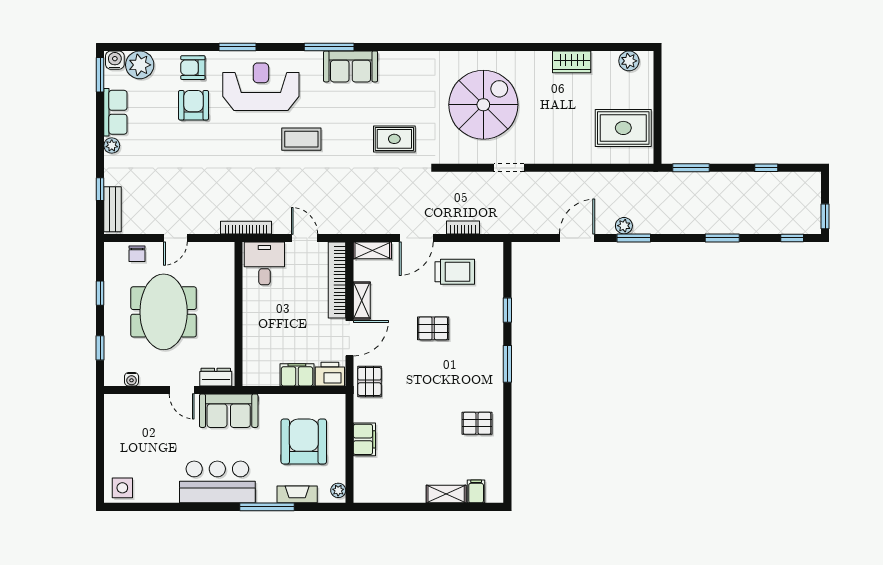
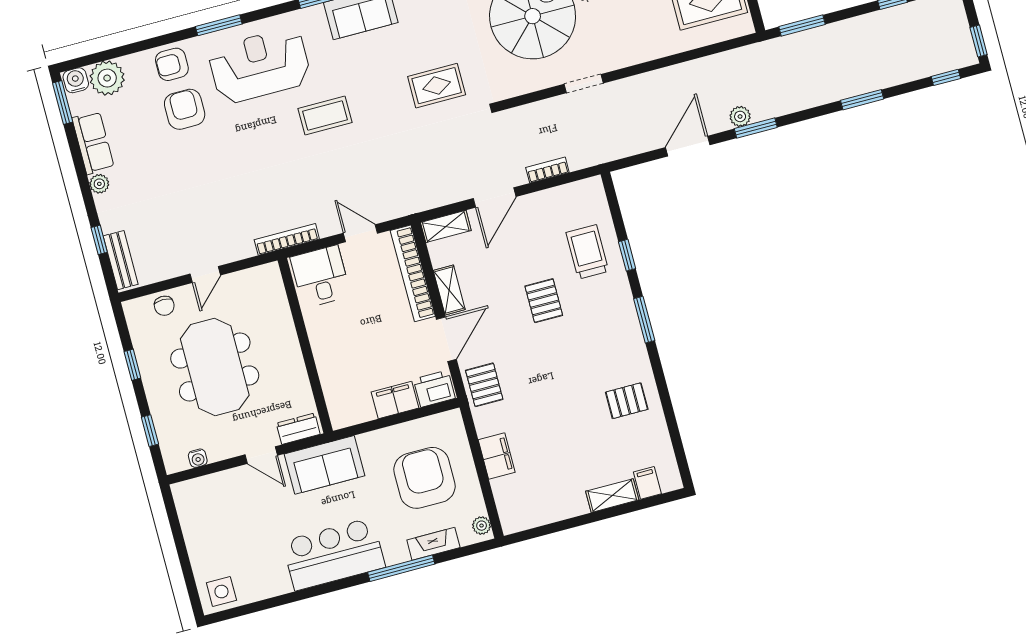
trolley: (455, 272) -> (587, 252), moved, turned -90
pallet: (433, 328) -> (544, 301), turned 90

